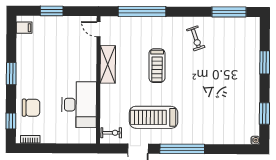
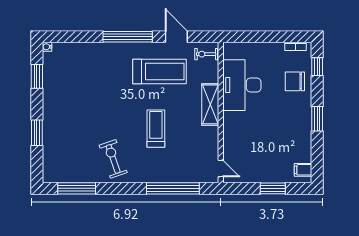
exercise bike: (196, 38) -> (113, 159), width x1.38, depth x1.39
shelving: (108, 64) -> (210, 104), moved

